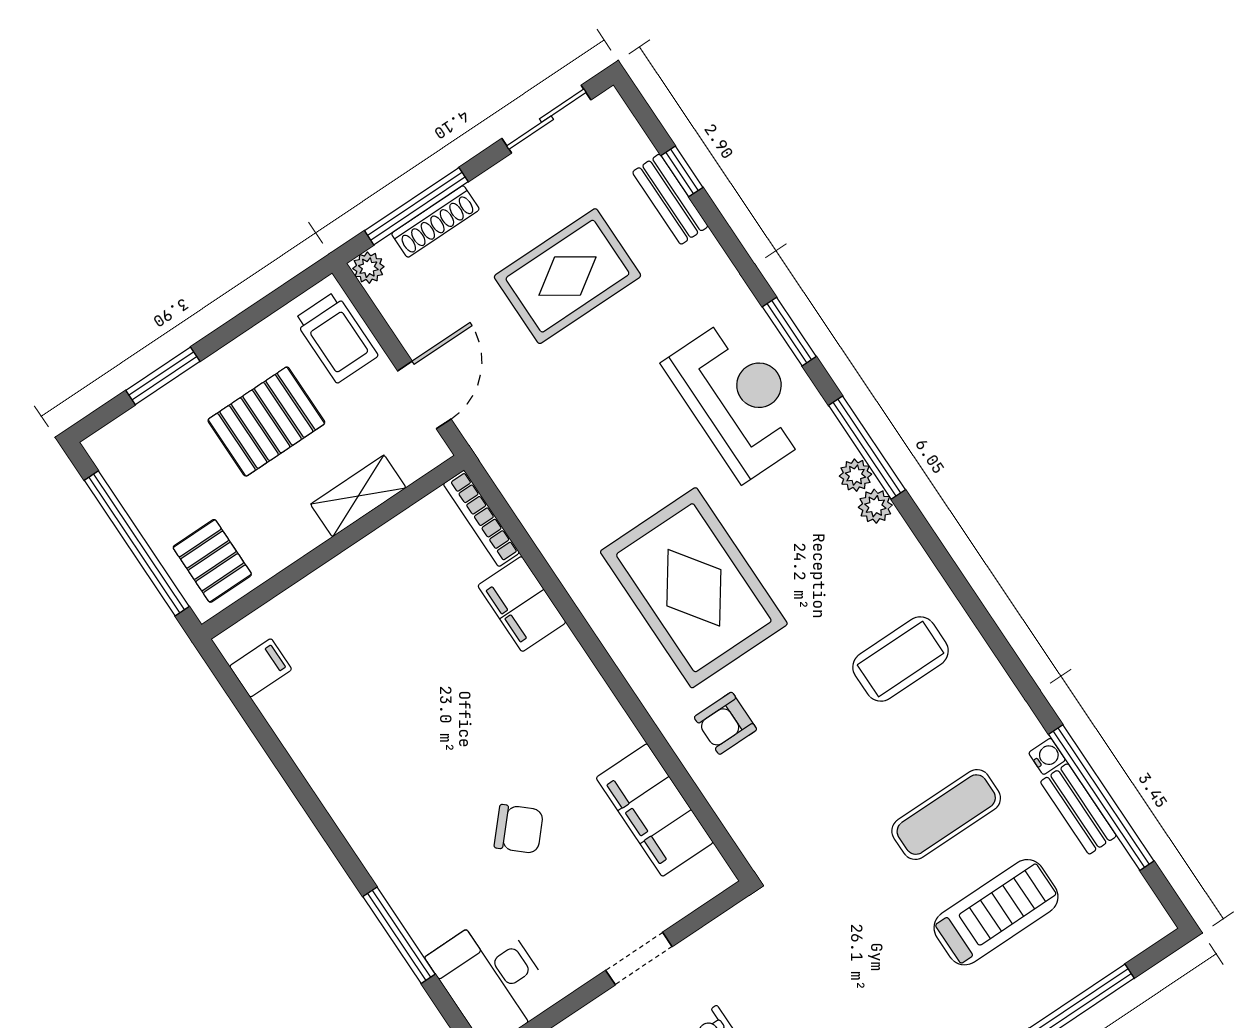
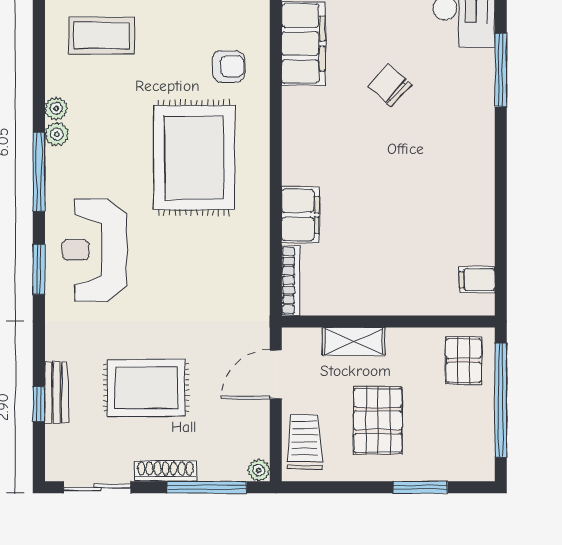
shoe rack: (435, 221) -> (165, 471), moved
pallet: (266, 422) -> (378, 420), turned 90
plant: (855, 475) -> (56, 108), moved

